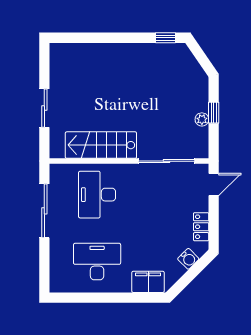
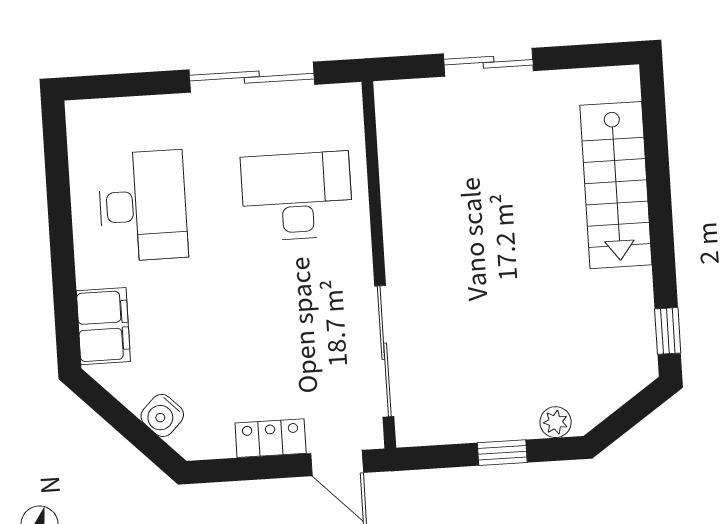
plant: (202, 119) -> (556, 422), moved
stairs: (101, 145) -> (616, 185), moved, turned 180
locker: (201, 227) -> (271, 438), moved

